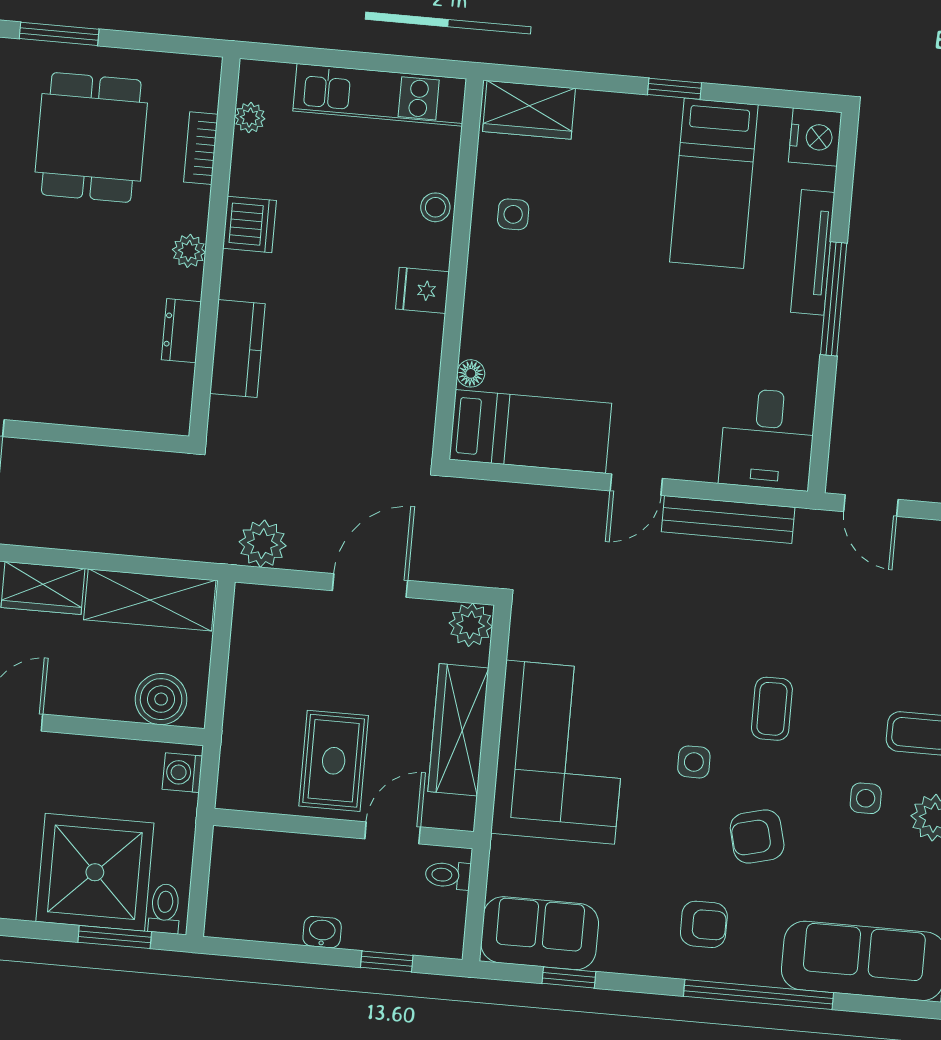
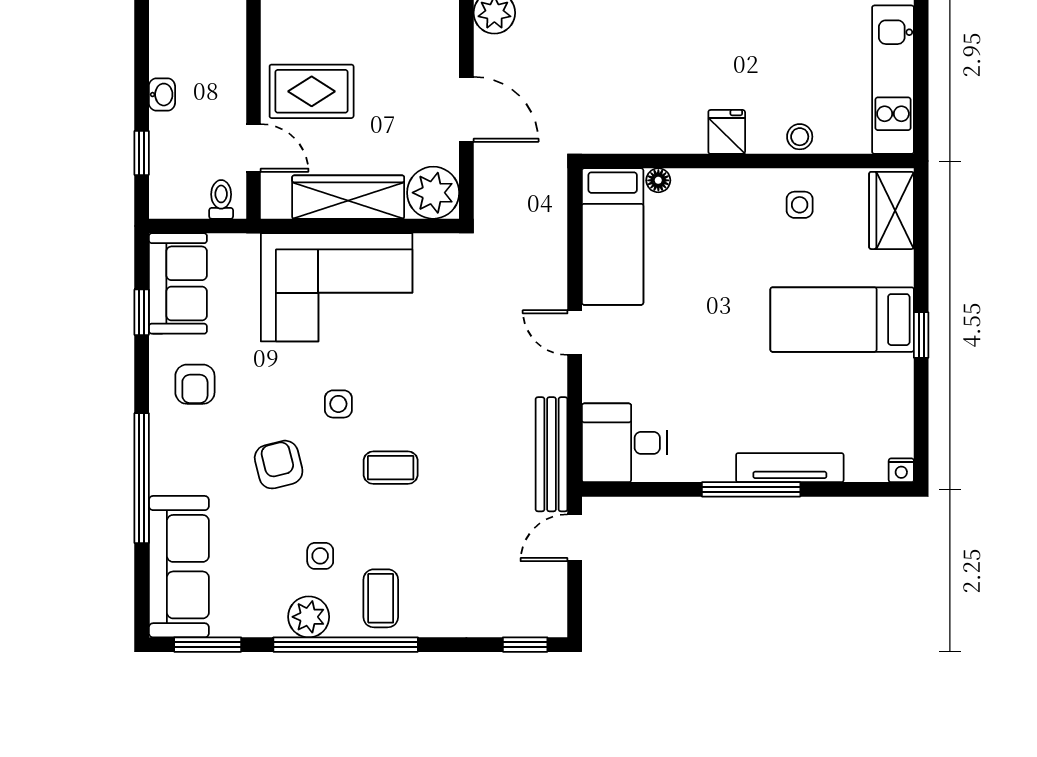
nightstand: (815, 137) -> (901, 470), width x0.53, depth x0.56
bed: (714, 183) -> (842, 320), moved
bench: (728, 519) -> (551, 454), moved
plant: (471, 625) -> (433, 193), width x1.36, depth x1.36
armchair: (704, 924) -> (195, 384), moved

